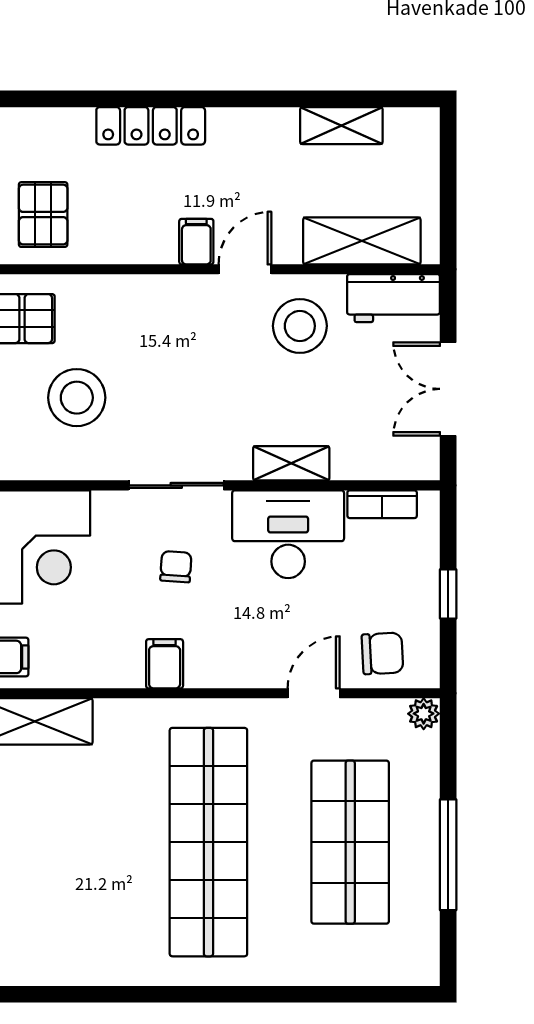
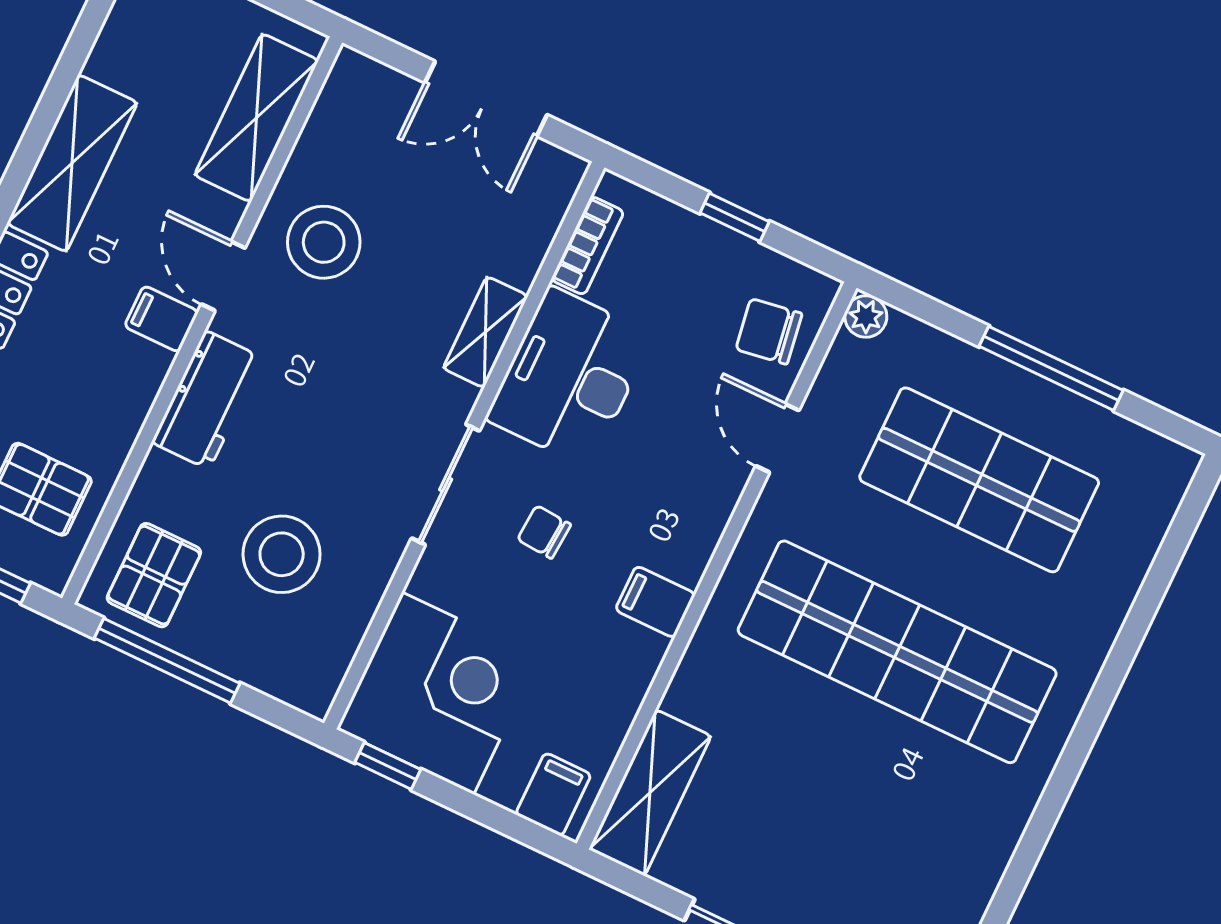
shelving: (341, 126) -> (72, 163), moved, width x1.50, depth x1.33
workbench: (394, 298) -> (207, 400), moved
chair: (382, 653) -> (769, 331), turned -96

